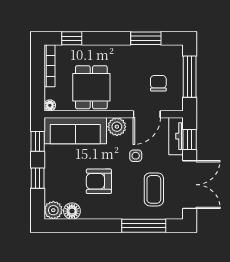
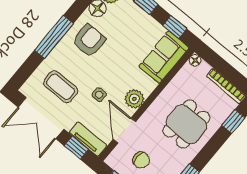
dining table: (91, 87) -> (186, 124), moved, turned 90
sofa: (75, 131) -> (164, 57), width x0.73
armchair: (99, 181) -> (89, 41), moved
window: (144, 226) -> (54, 37), moved

